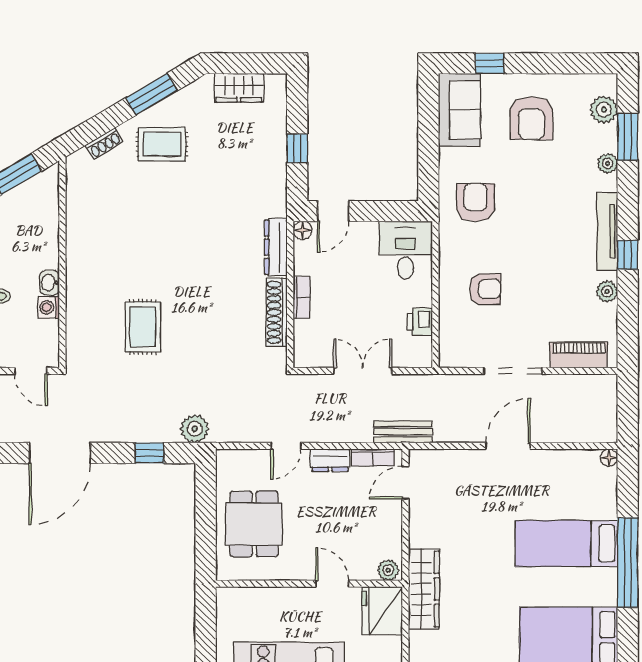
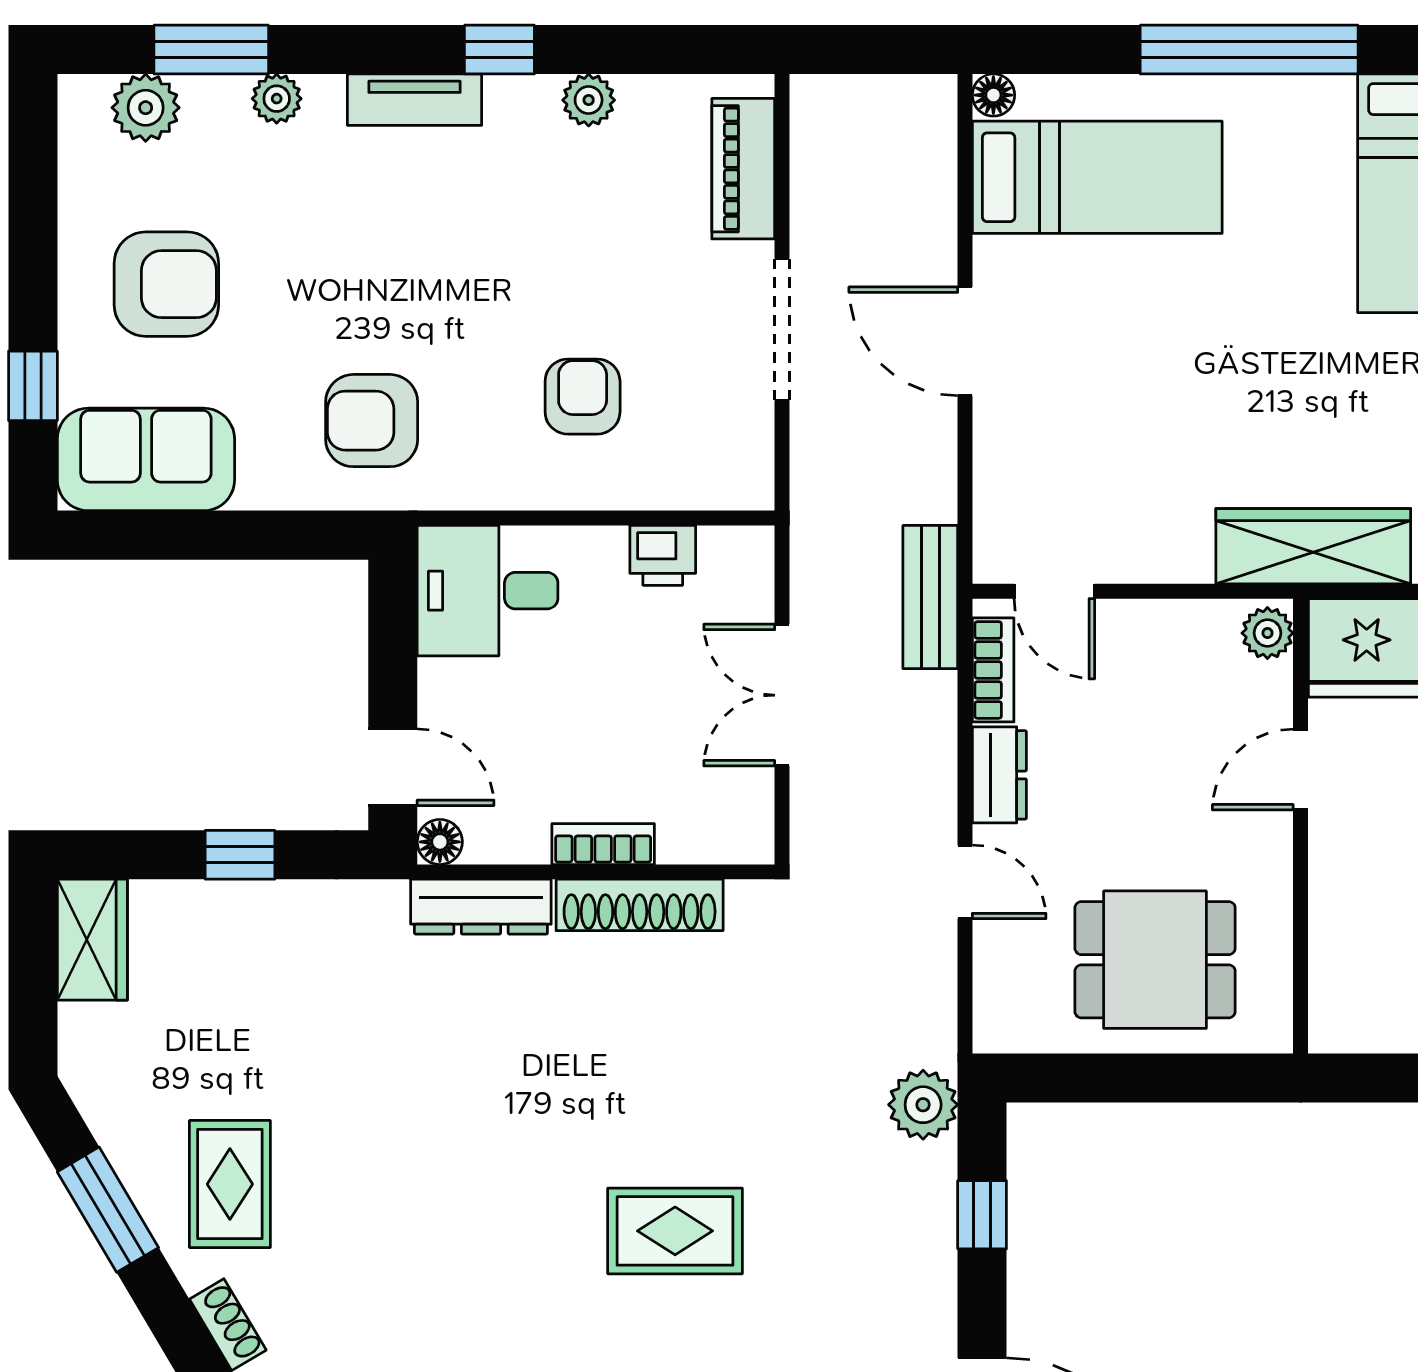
wardrobe: (239, 88) -> (92, 940), moved
tv unit: (607, 231) -> (414, 100), width x0.71
bed: (566, 543) -> (1097, 177), moved, turned -90

